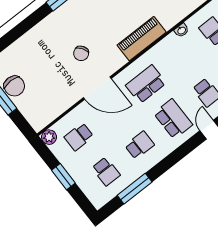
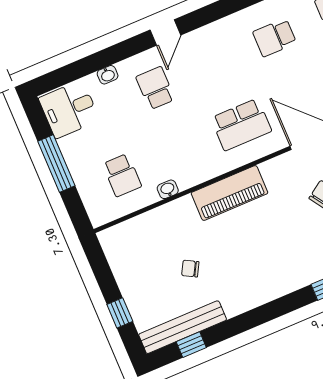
school desk: (173, 119) -> (215, 63), removed

